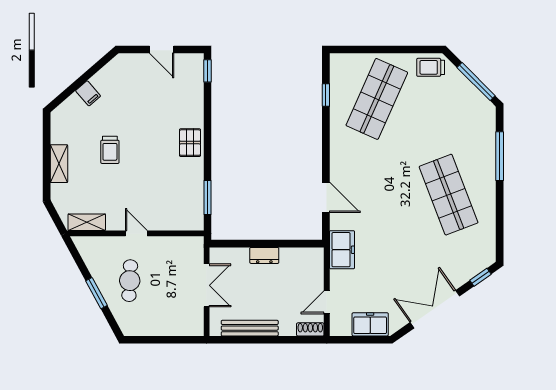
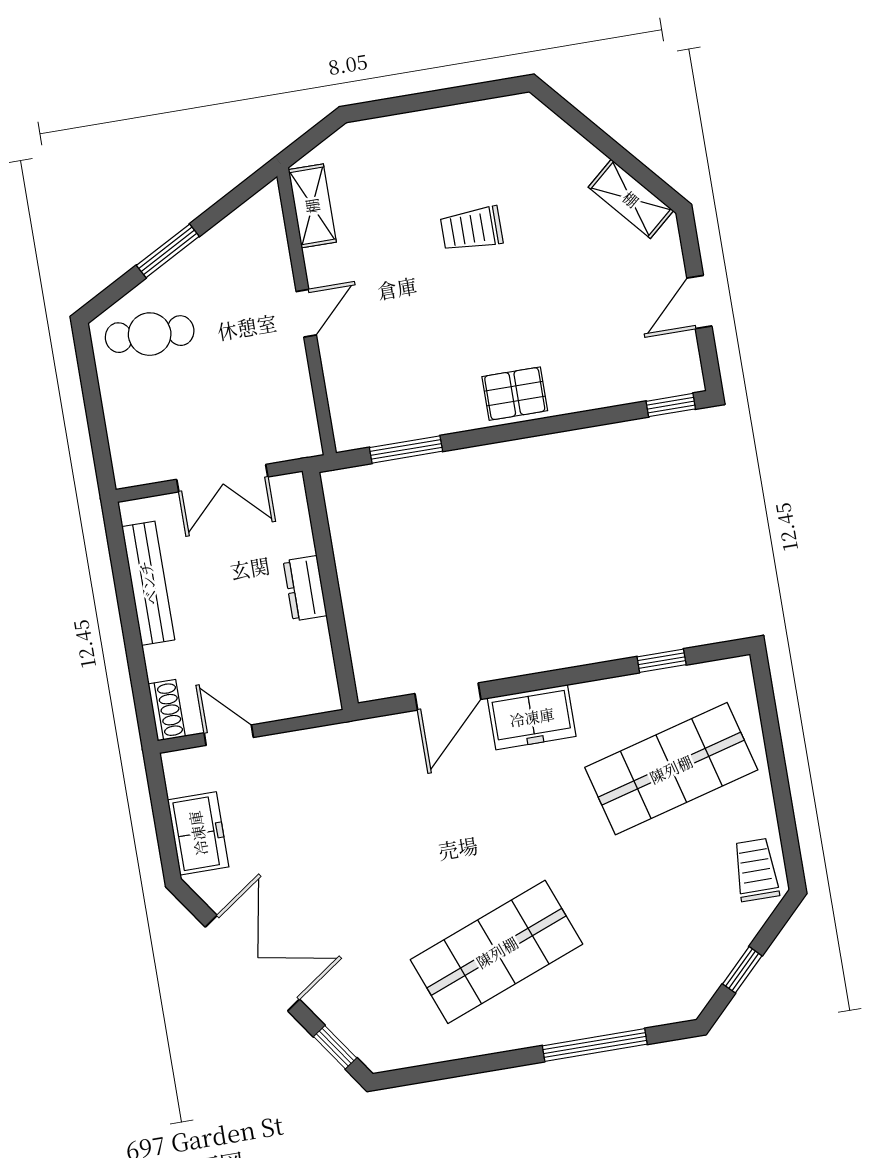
window: (476, 82) -> (742, 970), width x0.46
filing cabinet: (88, 93) -> (582, 164), removed
shop shelf: (377, 99) -> (671, 769), turned -39
shelving: (59, 164) -> (631, 199), moved, turned 49
freezer: (342, 250) -> (532, 717), moved
cafe table: (130, 281) -> (150, 334), moved

